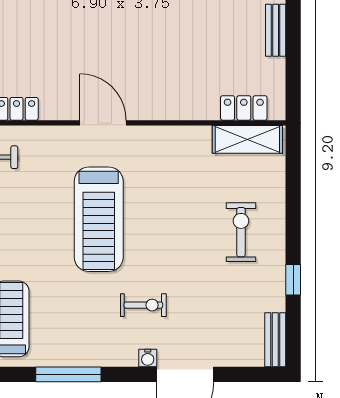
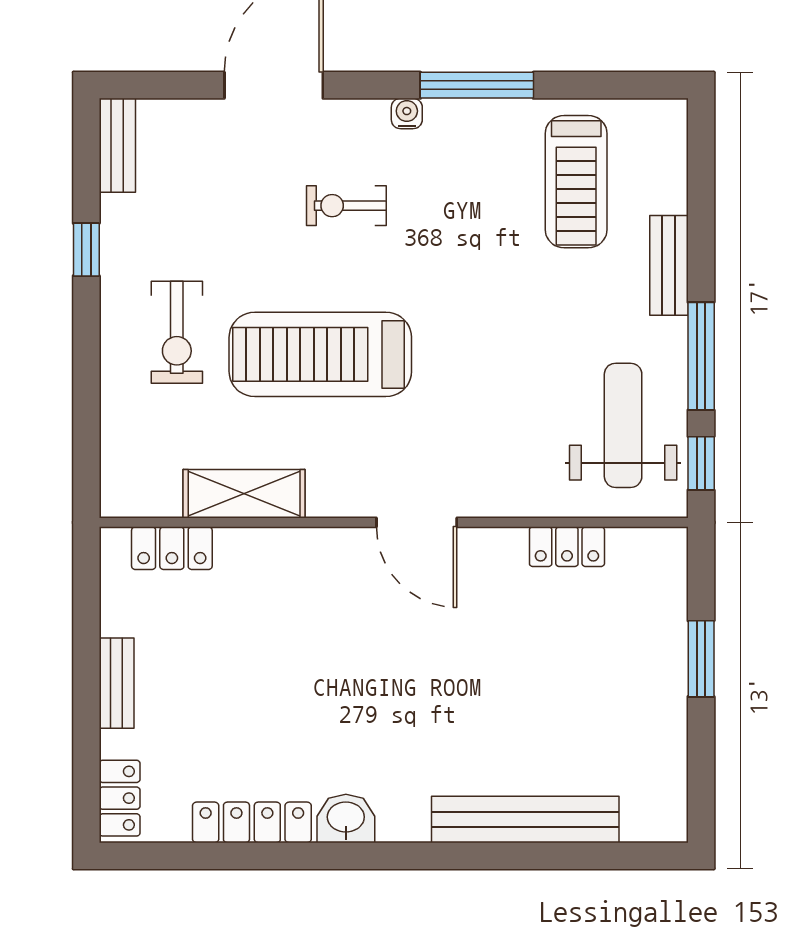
shelving: (247, 139) -> (244, 494), moved
treadmill: (99, 219) -> (320, 354), moved, turned -90
water cooler: (148, 358) -> (407, 113), moved

